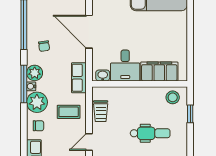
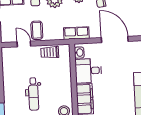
door: (89, 32) -> (115, 40), hinge flipped
coffee table: (69, 112) -> (37, 30), moved

